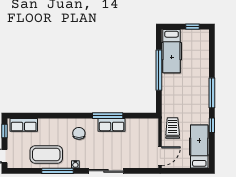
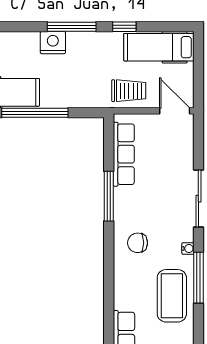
nightstand: (202, 81) -> (53, 43), added
row of seats: (112, 125) -> (124, 154), moved, width x1.48
trolley: (173, 128) -> (129, 91), turned 180

